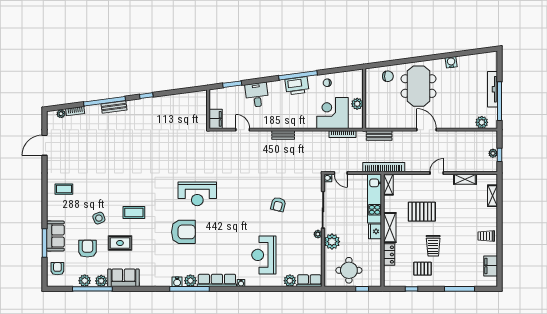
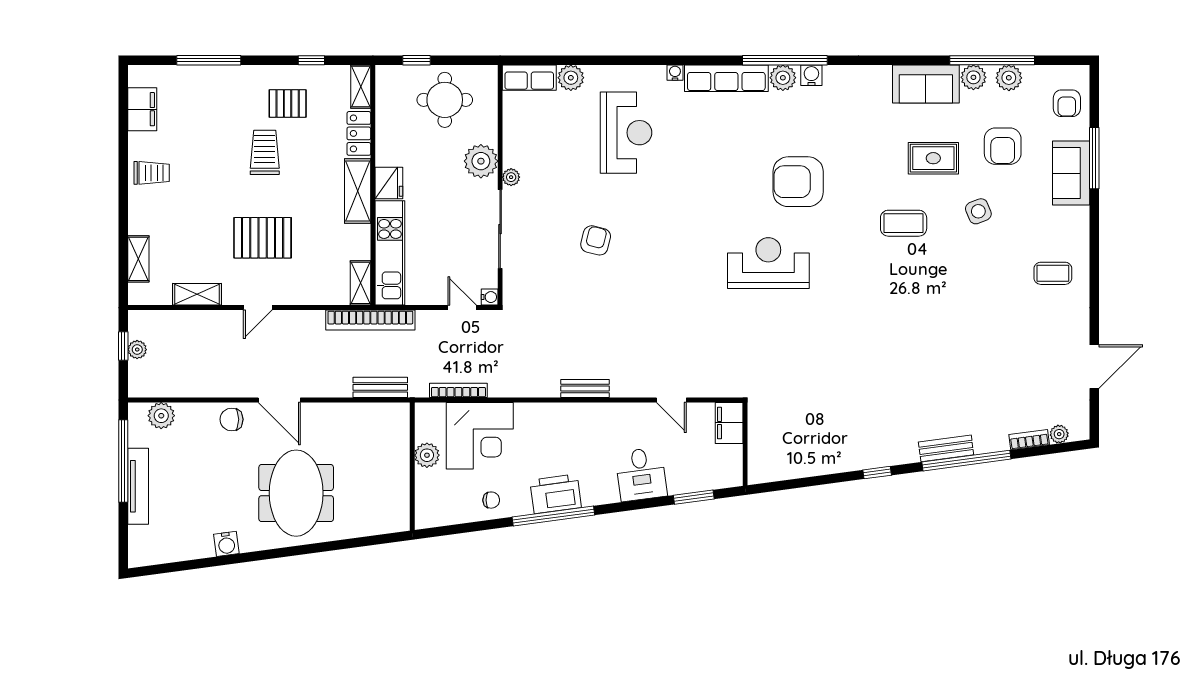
chair: (388, 76) -> (231, 419), moved
pallet: (422, 212) -> (263, 238), moved
shelving: (388, 277) -> (361, 87), added

